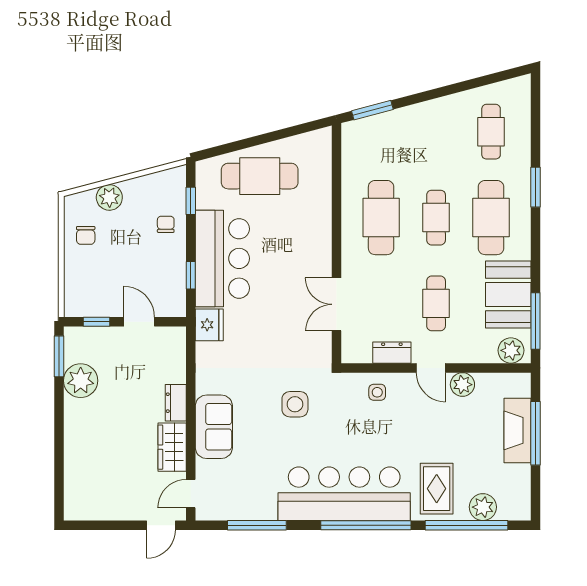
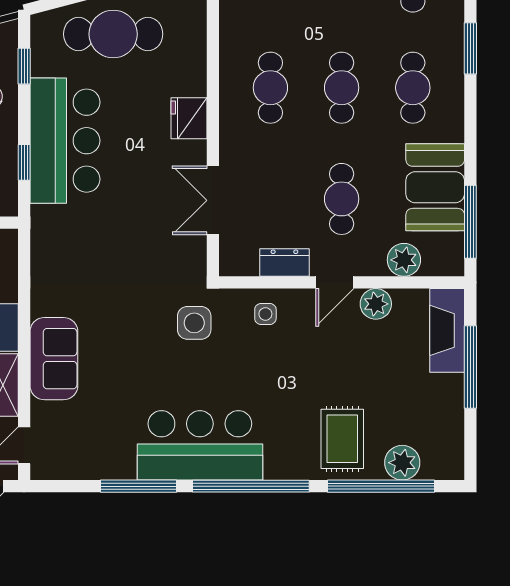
cafe table: (381, 218) -> (270, 88), width x0.73, depth x0.74
cafe table: (491, 218) -> (413, 88), width x0.73, depth x0.74
fridge: (209, 325) -> (189, 118), moved, turned 180
plant: (511, 350) -> (404, 260), moved
door: (431, 368) -> (335, 282), hinge flipped
side table: (295, 404) -> (194, 323), moved
fireplace: (518, 430) -> (447, 330), moved
bar counter: (344, 494) -> (200, 445), width x0.73
window: (257, 525) -> (138, 486), moved

